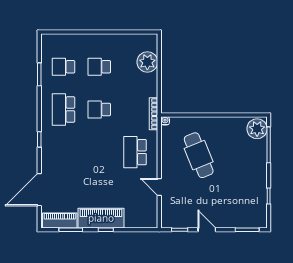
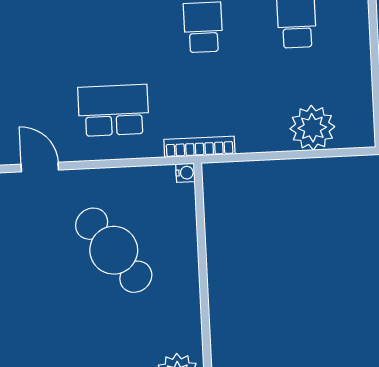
cafe table: (199, 155) -> (114, 250), turned 75
door: (159, 187) -> (40, 167), hinge flipped

